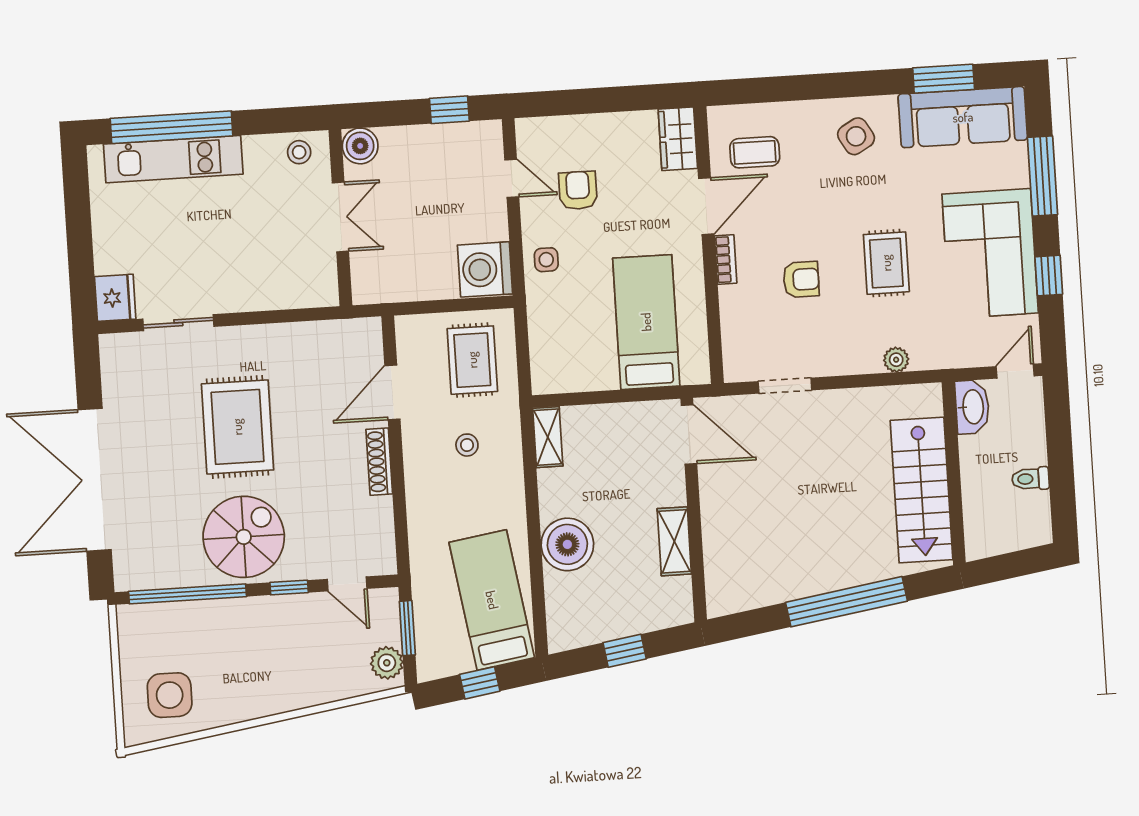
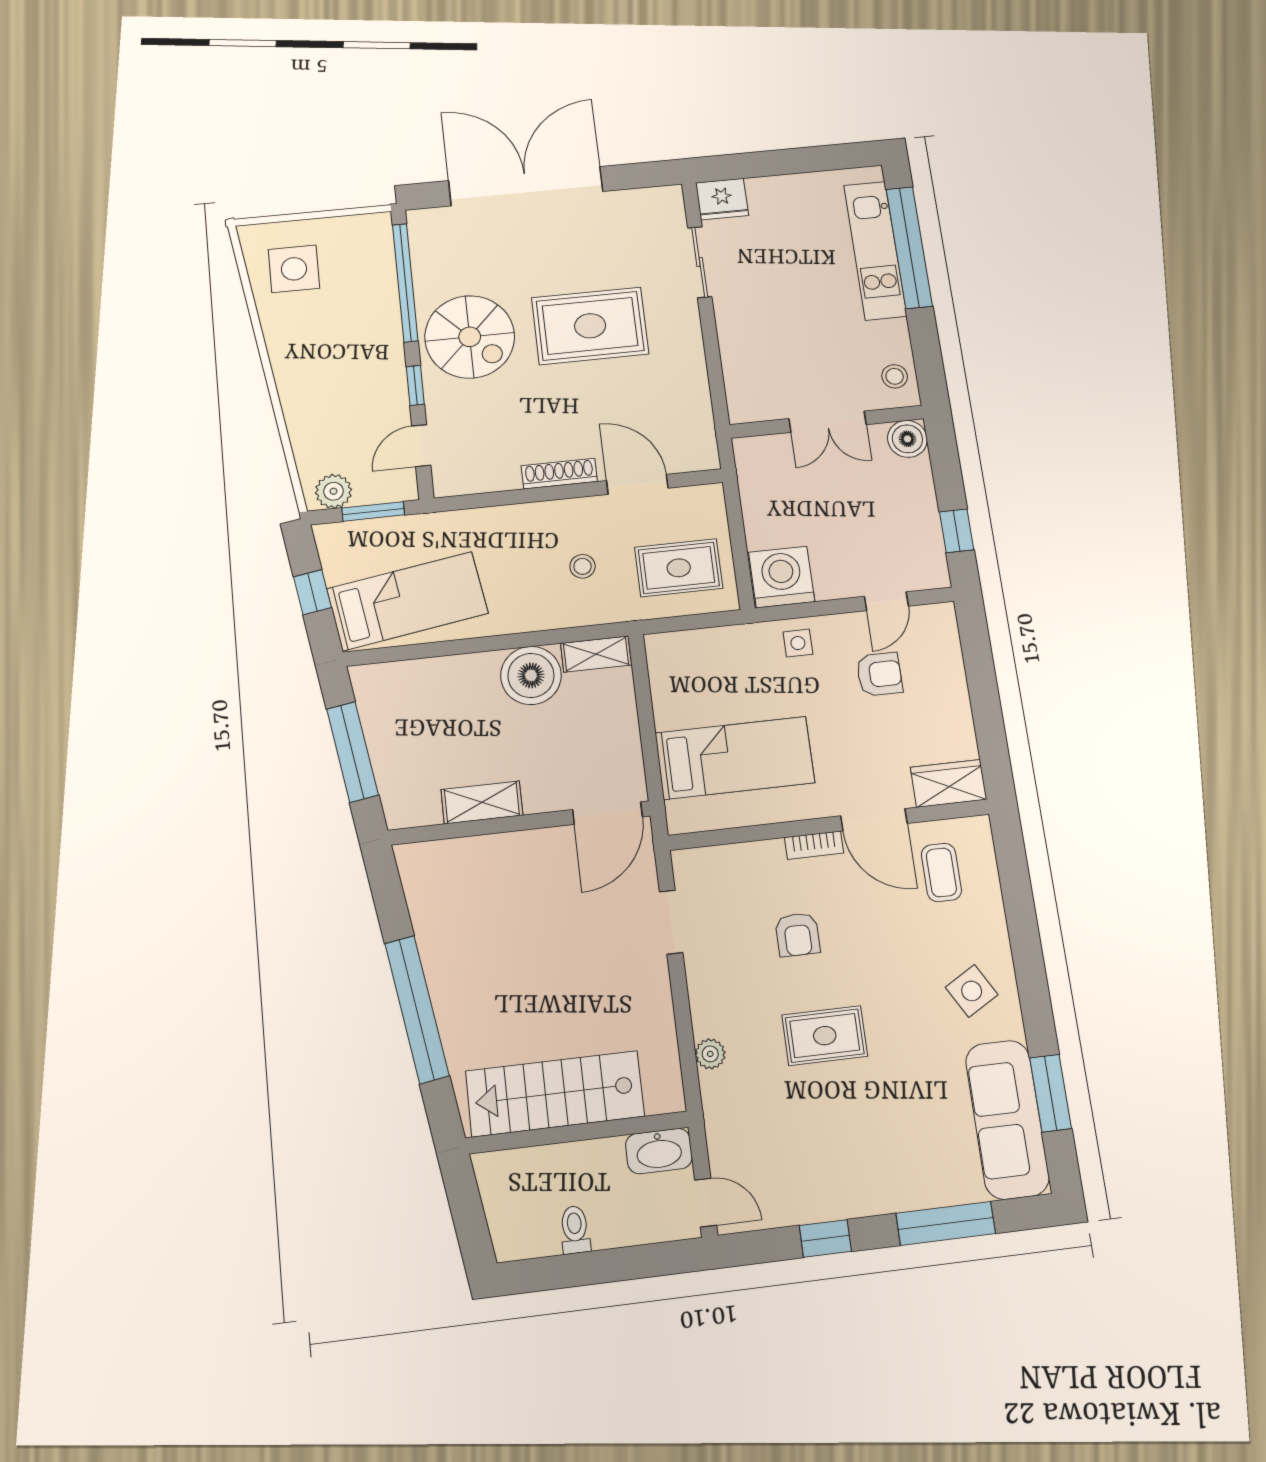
corner sofa: (990, 254) -> (846, 1163), removed
boiler: (567, 544) -> (531, 675), moved
window: (625, 651) -> (352, 752), width x2.17

